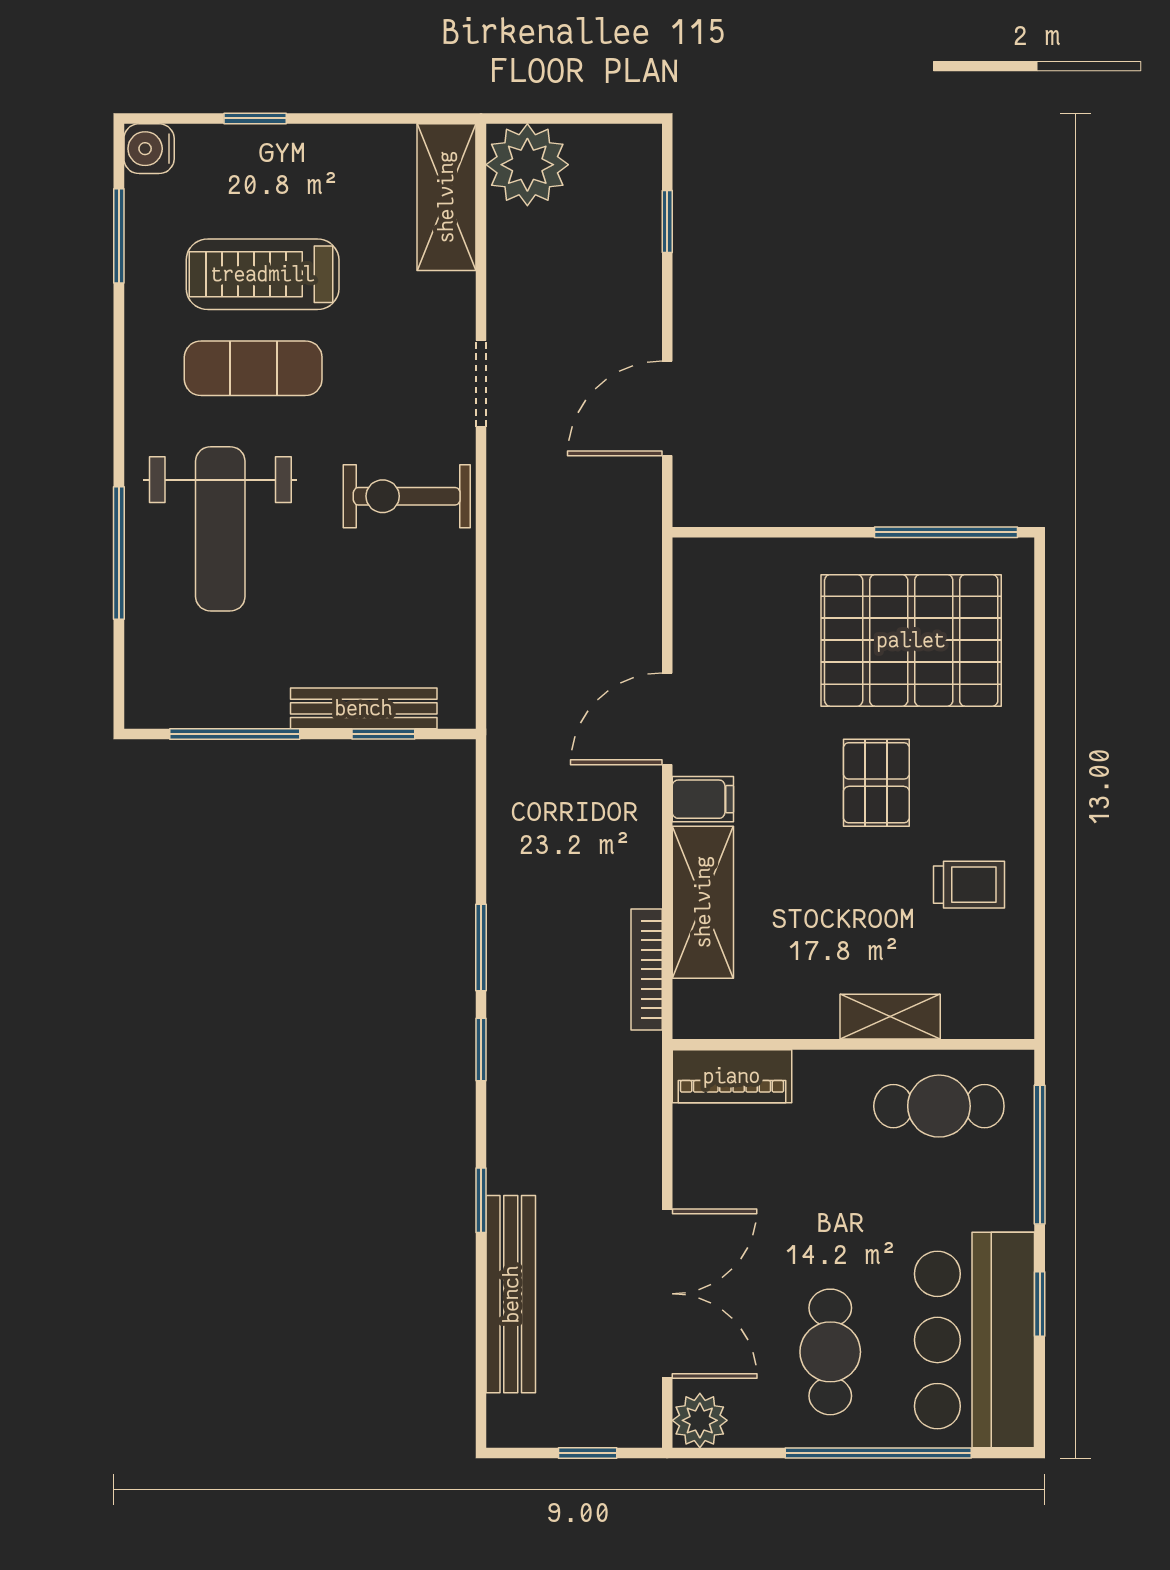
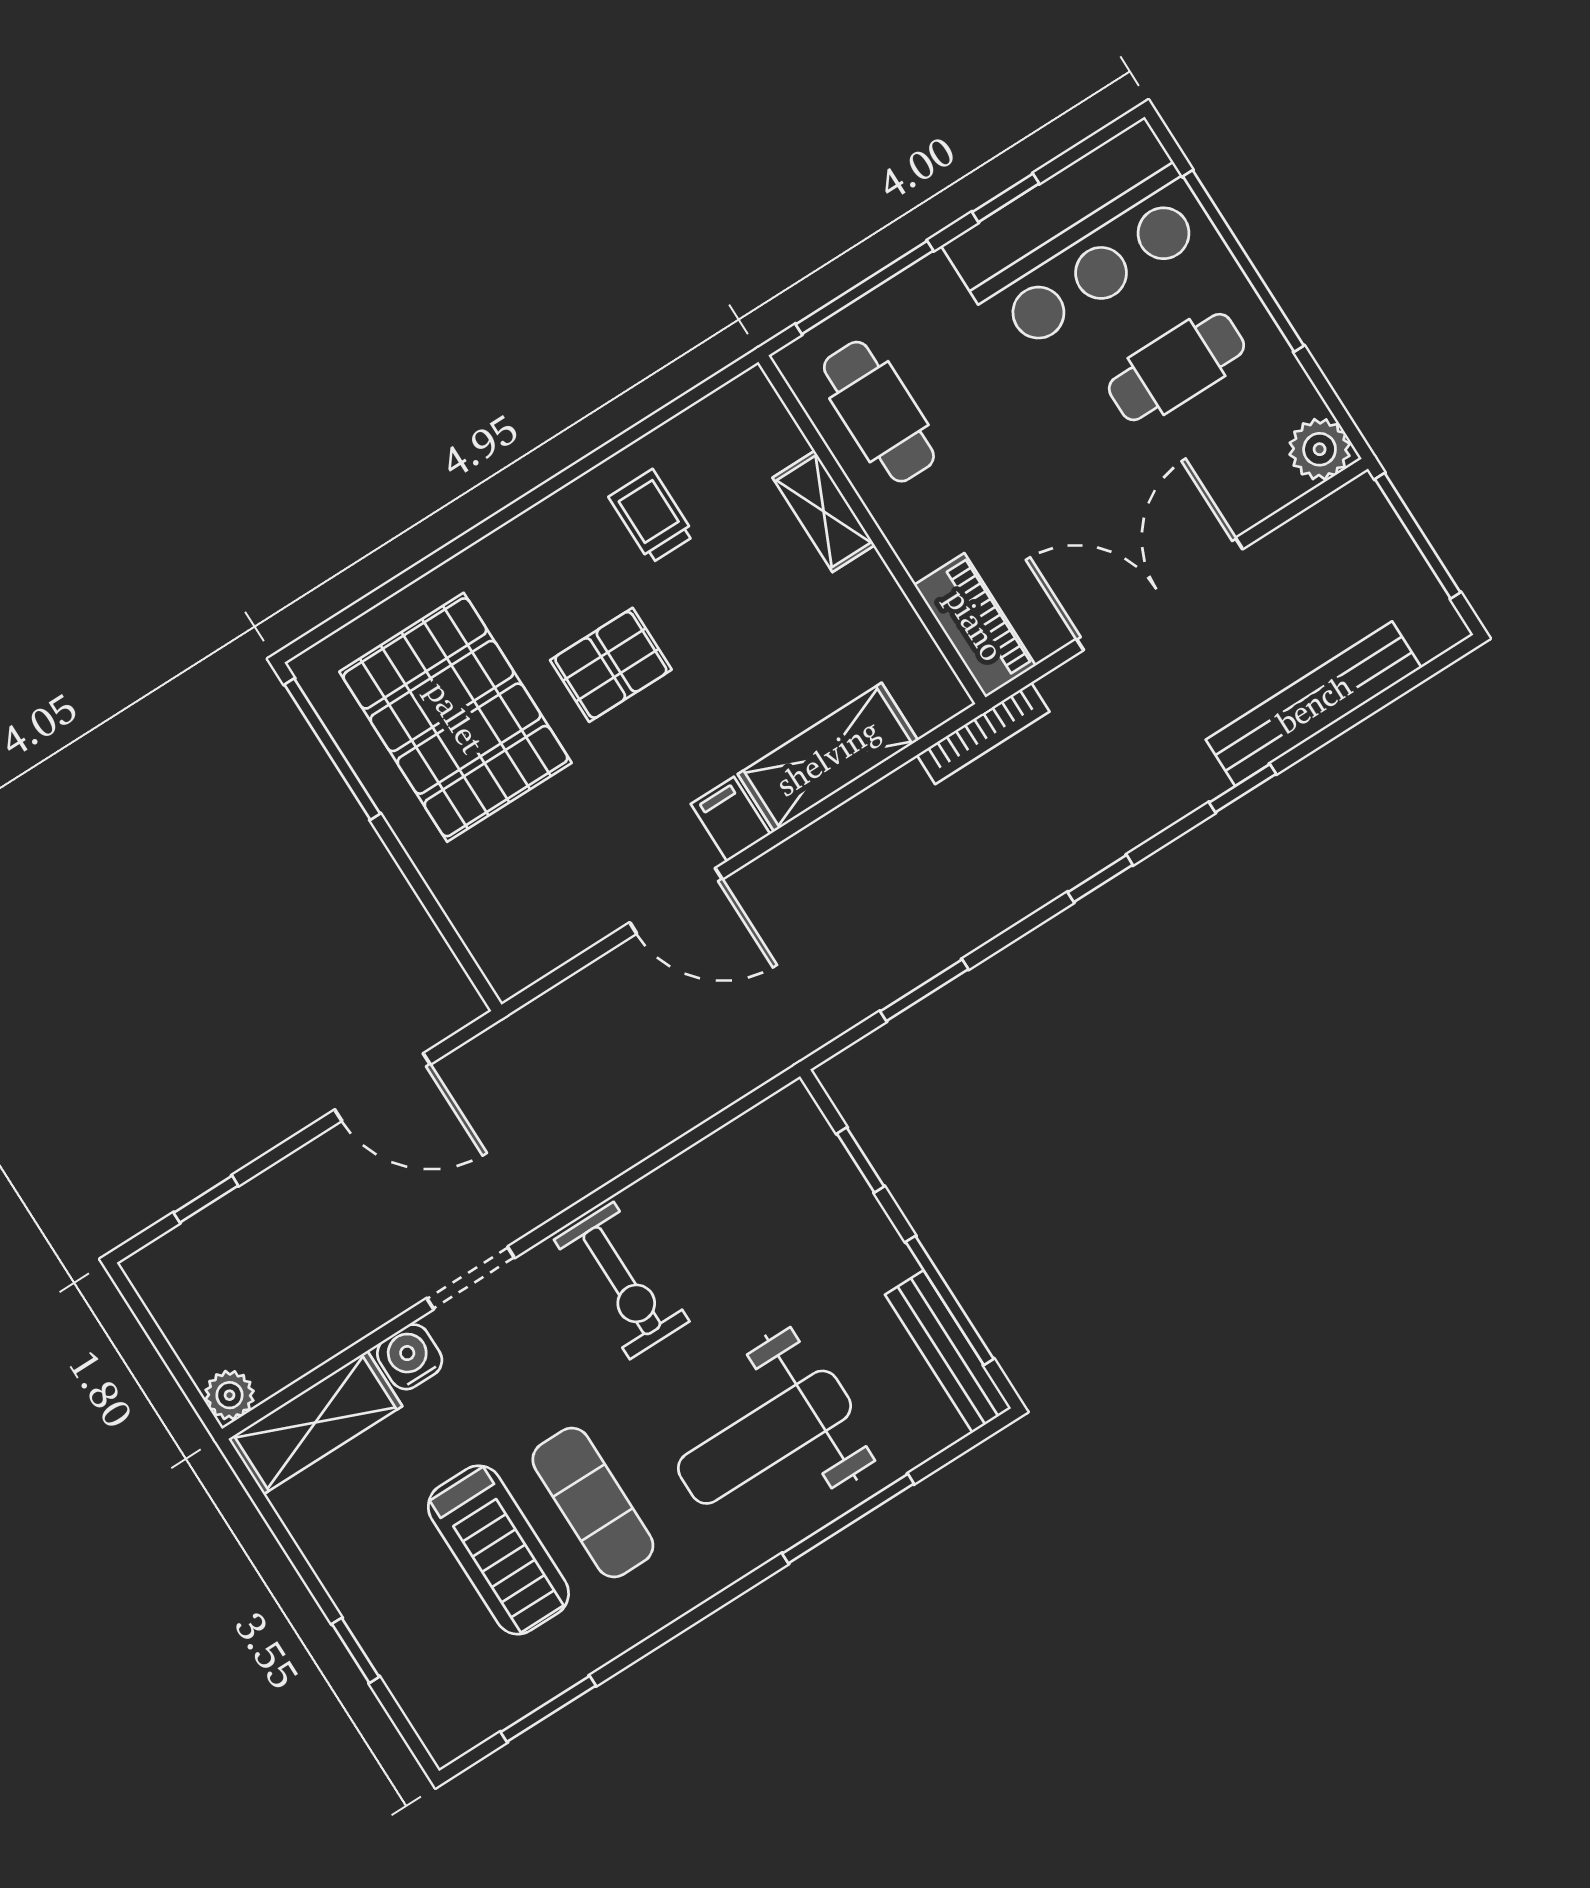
water cooler: (149, 149) -> (410, 1357), moved, turned 180
plant: (527, 165) -> (230, 1395), width x0.53, depth x0.53
weight bench: (220, 529) -> (764, 1437), turned 180
bench: (364, 708) -> (948, 1351), moved
window: (481, 948) -> (924, 990), moved
bookcase: (647, 969) -> (983, 733), moved
double door: (667, 1294) -> (1160, 594), moved
window: (588, 1453) -> (1418, 536), width x2.17

